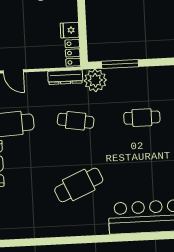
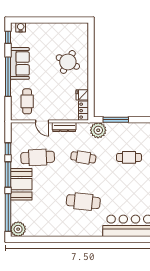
dresser: (65, 77) -> (64, 127), moved
cafe table: (79, 185) -> (83, 202), turned 30

